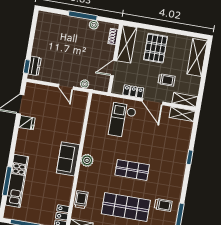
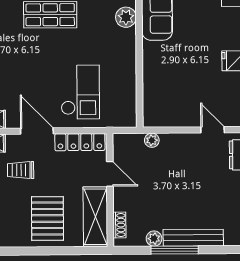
bench: (70, 21) -> (193, 238), added
door: (113, 68) -> (110, 174), hinge flipped
door: (66, 87) -> (213, 130), moved
locker: (133, 91) -> (80, 142), width x1.53

